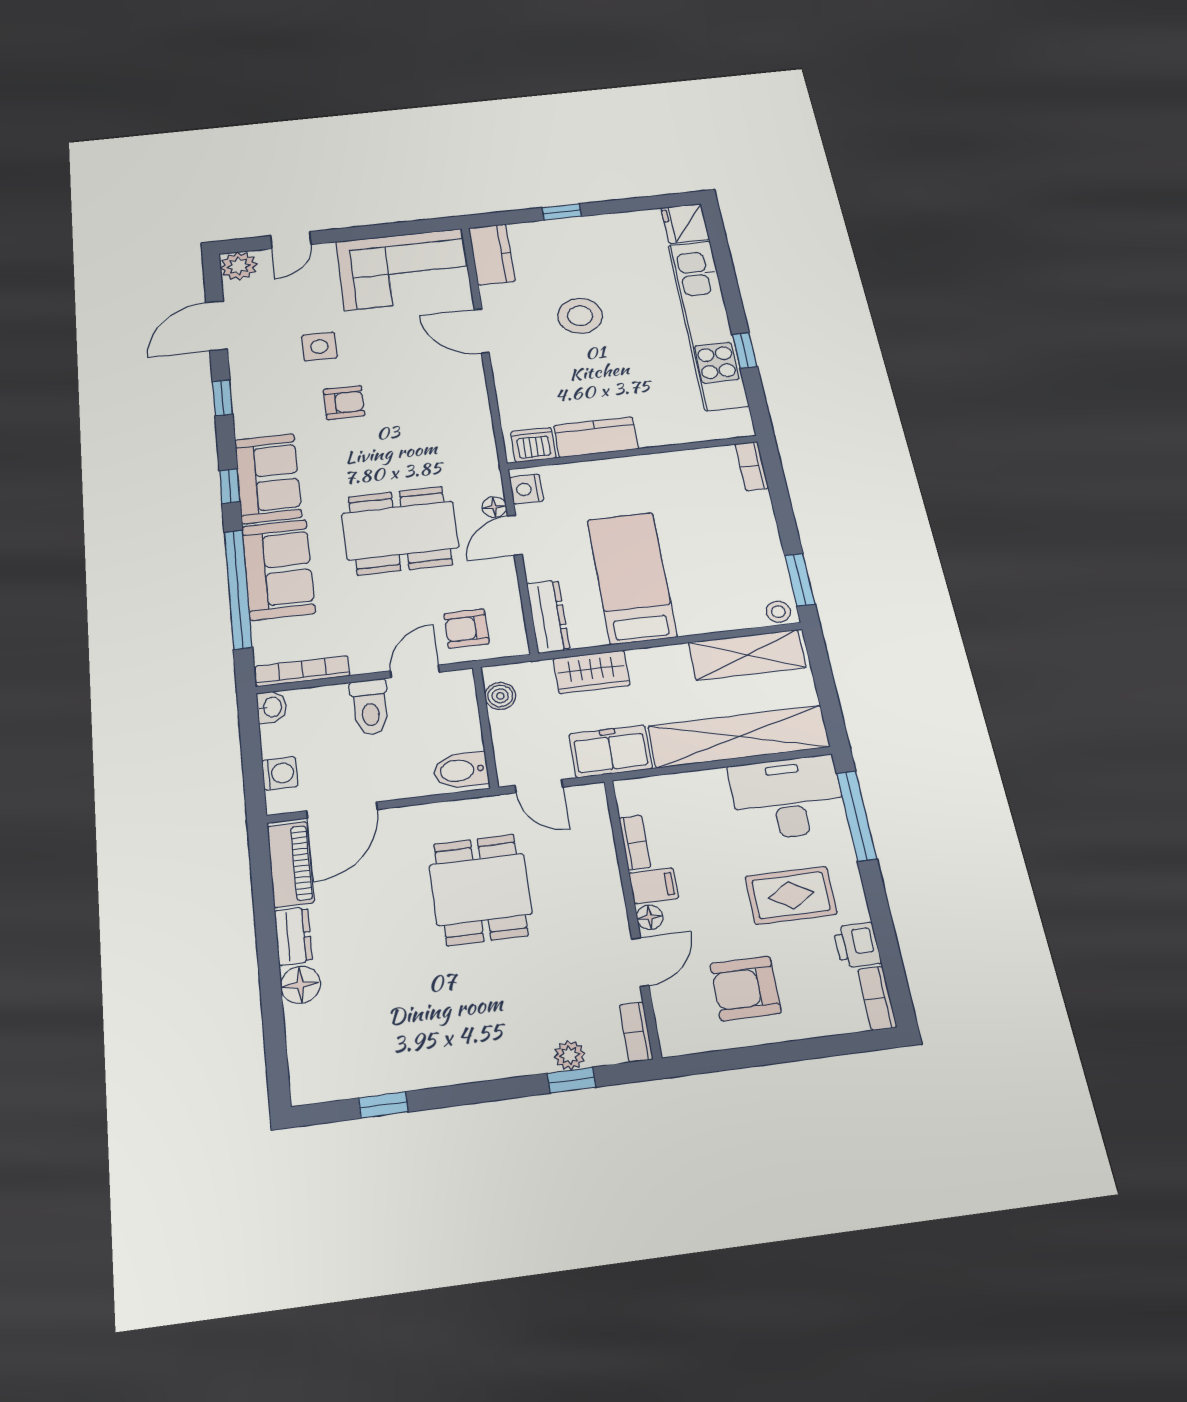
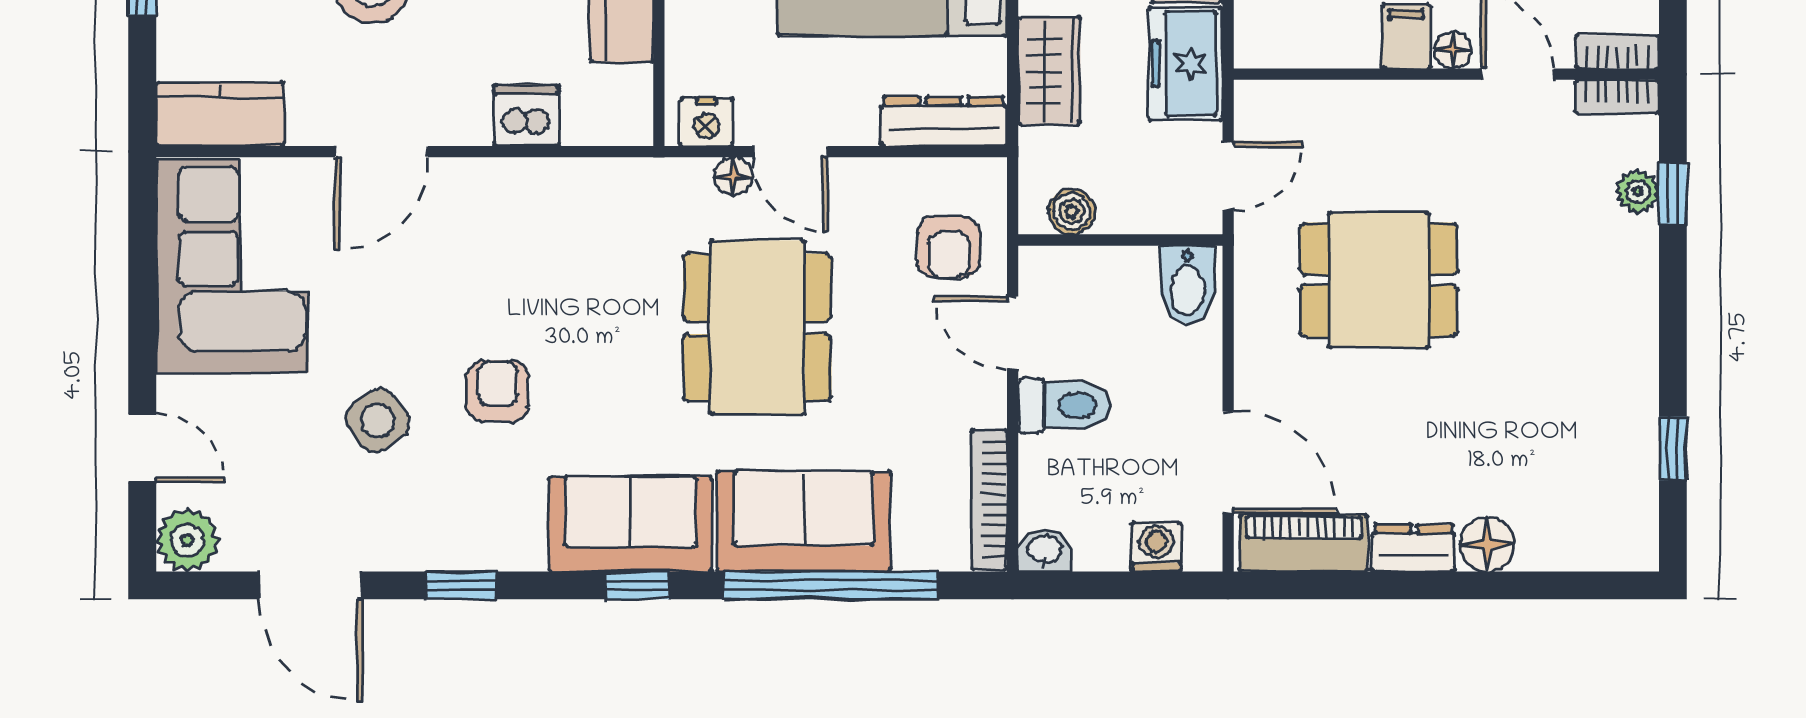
side table: (319, 347) -> (378, 420), turned -34
dishwasher: (533, 445) -> (526, 115), moved, turned 90
bookcase: (635, 842) -> (1617, 52), moved

